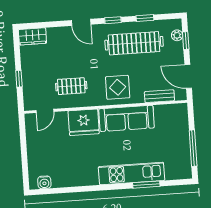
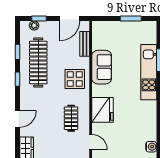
door: (81, 22) -> (18, 119), moved
sofa: (126, 118) -> (102, 67), width x0.73
window: (193, 148) -> (131, 18), width x0.69

